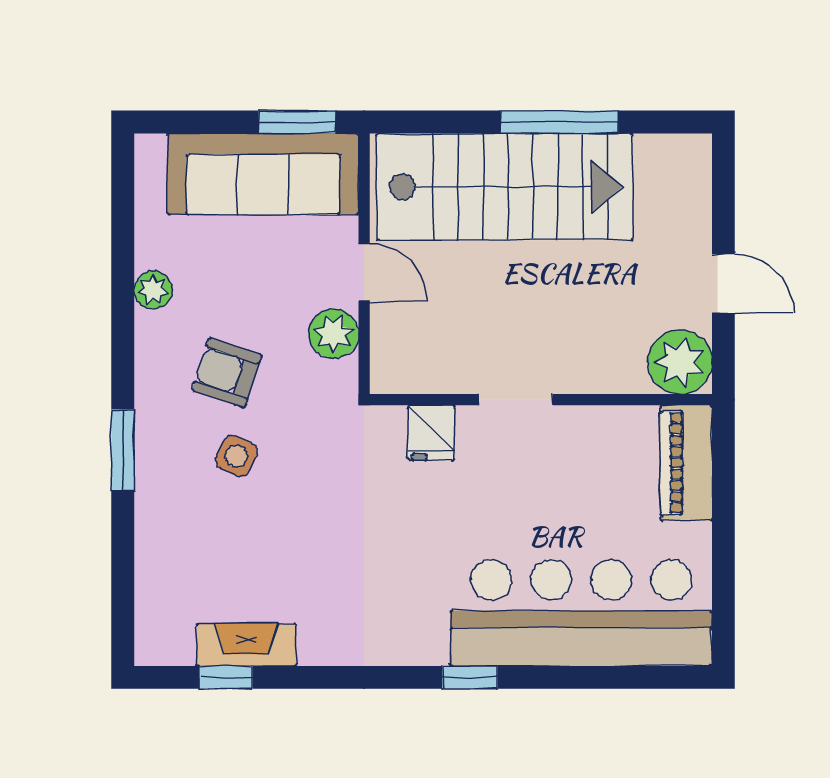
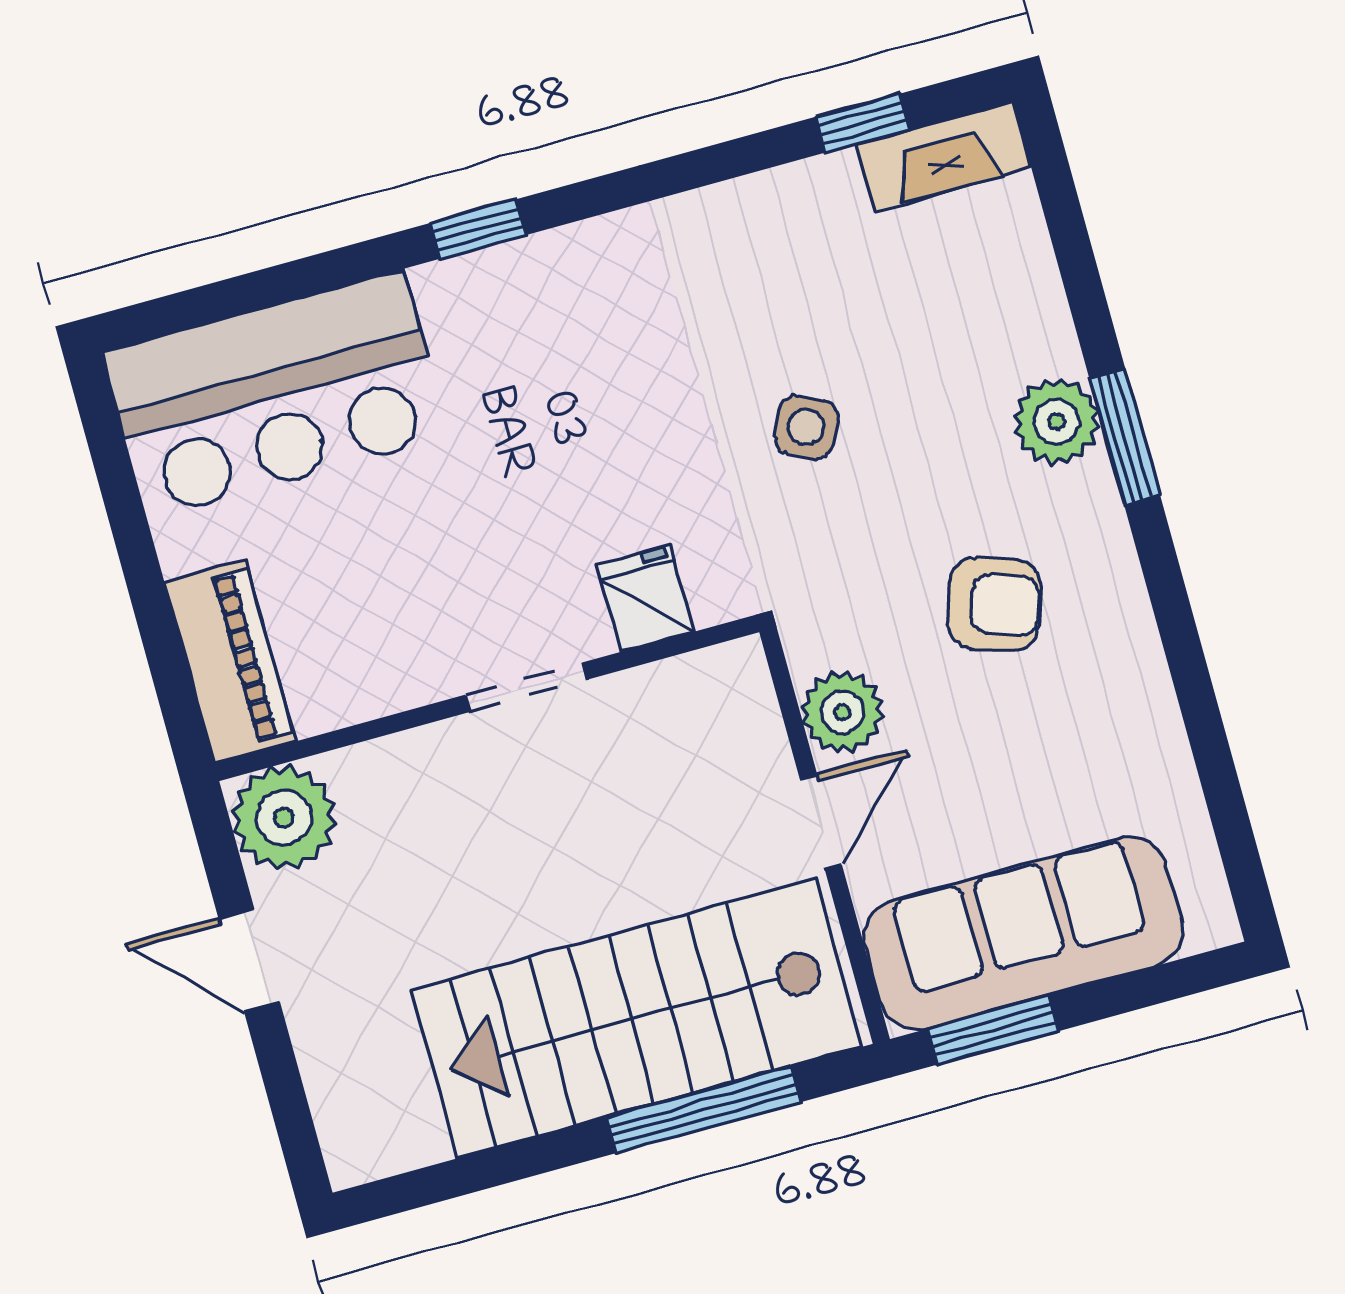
window: (559, 122) -> (703, 1110), moved
door: (364, 272) -> (821, 822), swing flipped
plant: (153, 290) -> (1057, 422), moved, width x1.38, depth x1.38
side table: (236, 456) -> (806, 427), moved
bar counter: (581, 613) -> (275, 395), width x0.73
fireplace: (246, 645) -> (944, 156), moved

